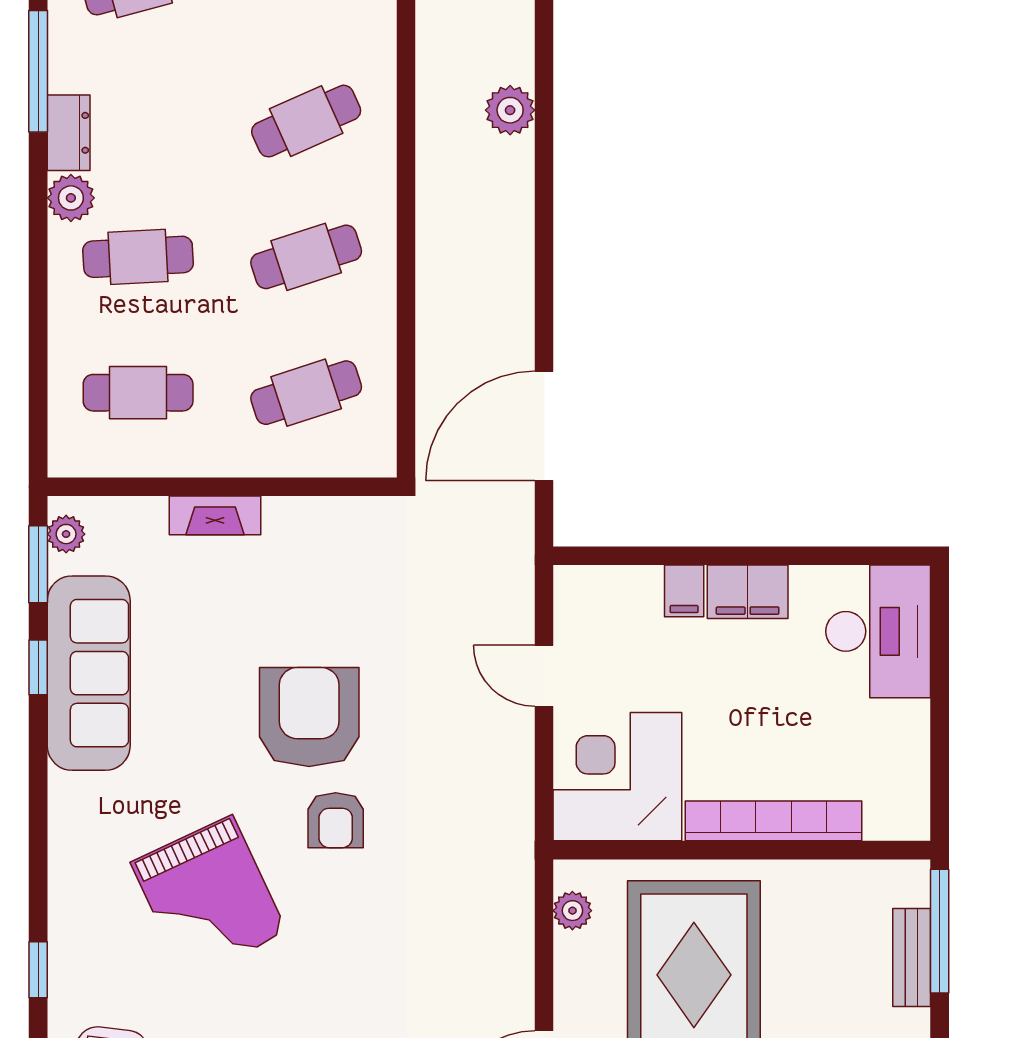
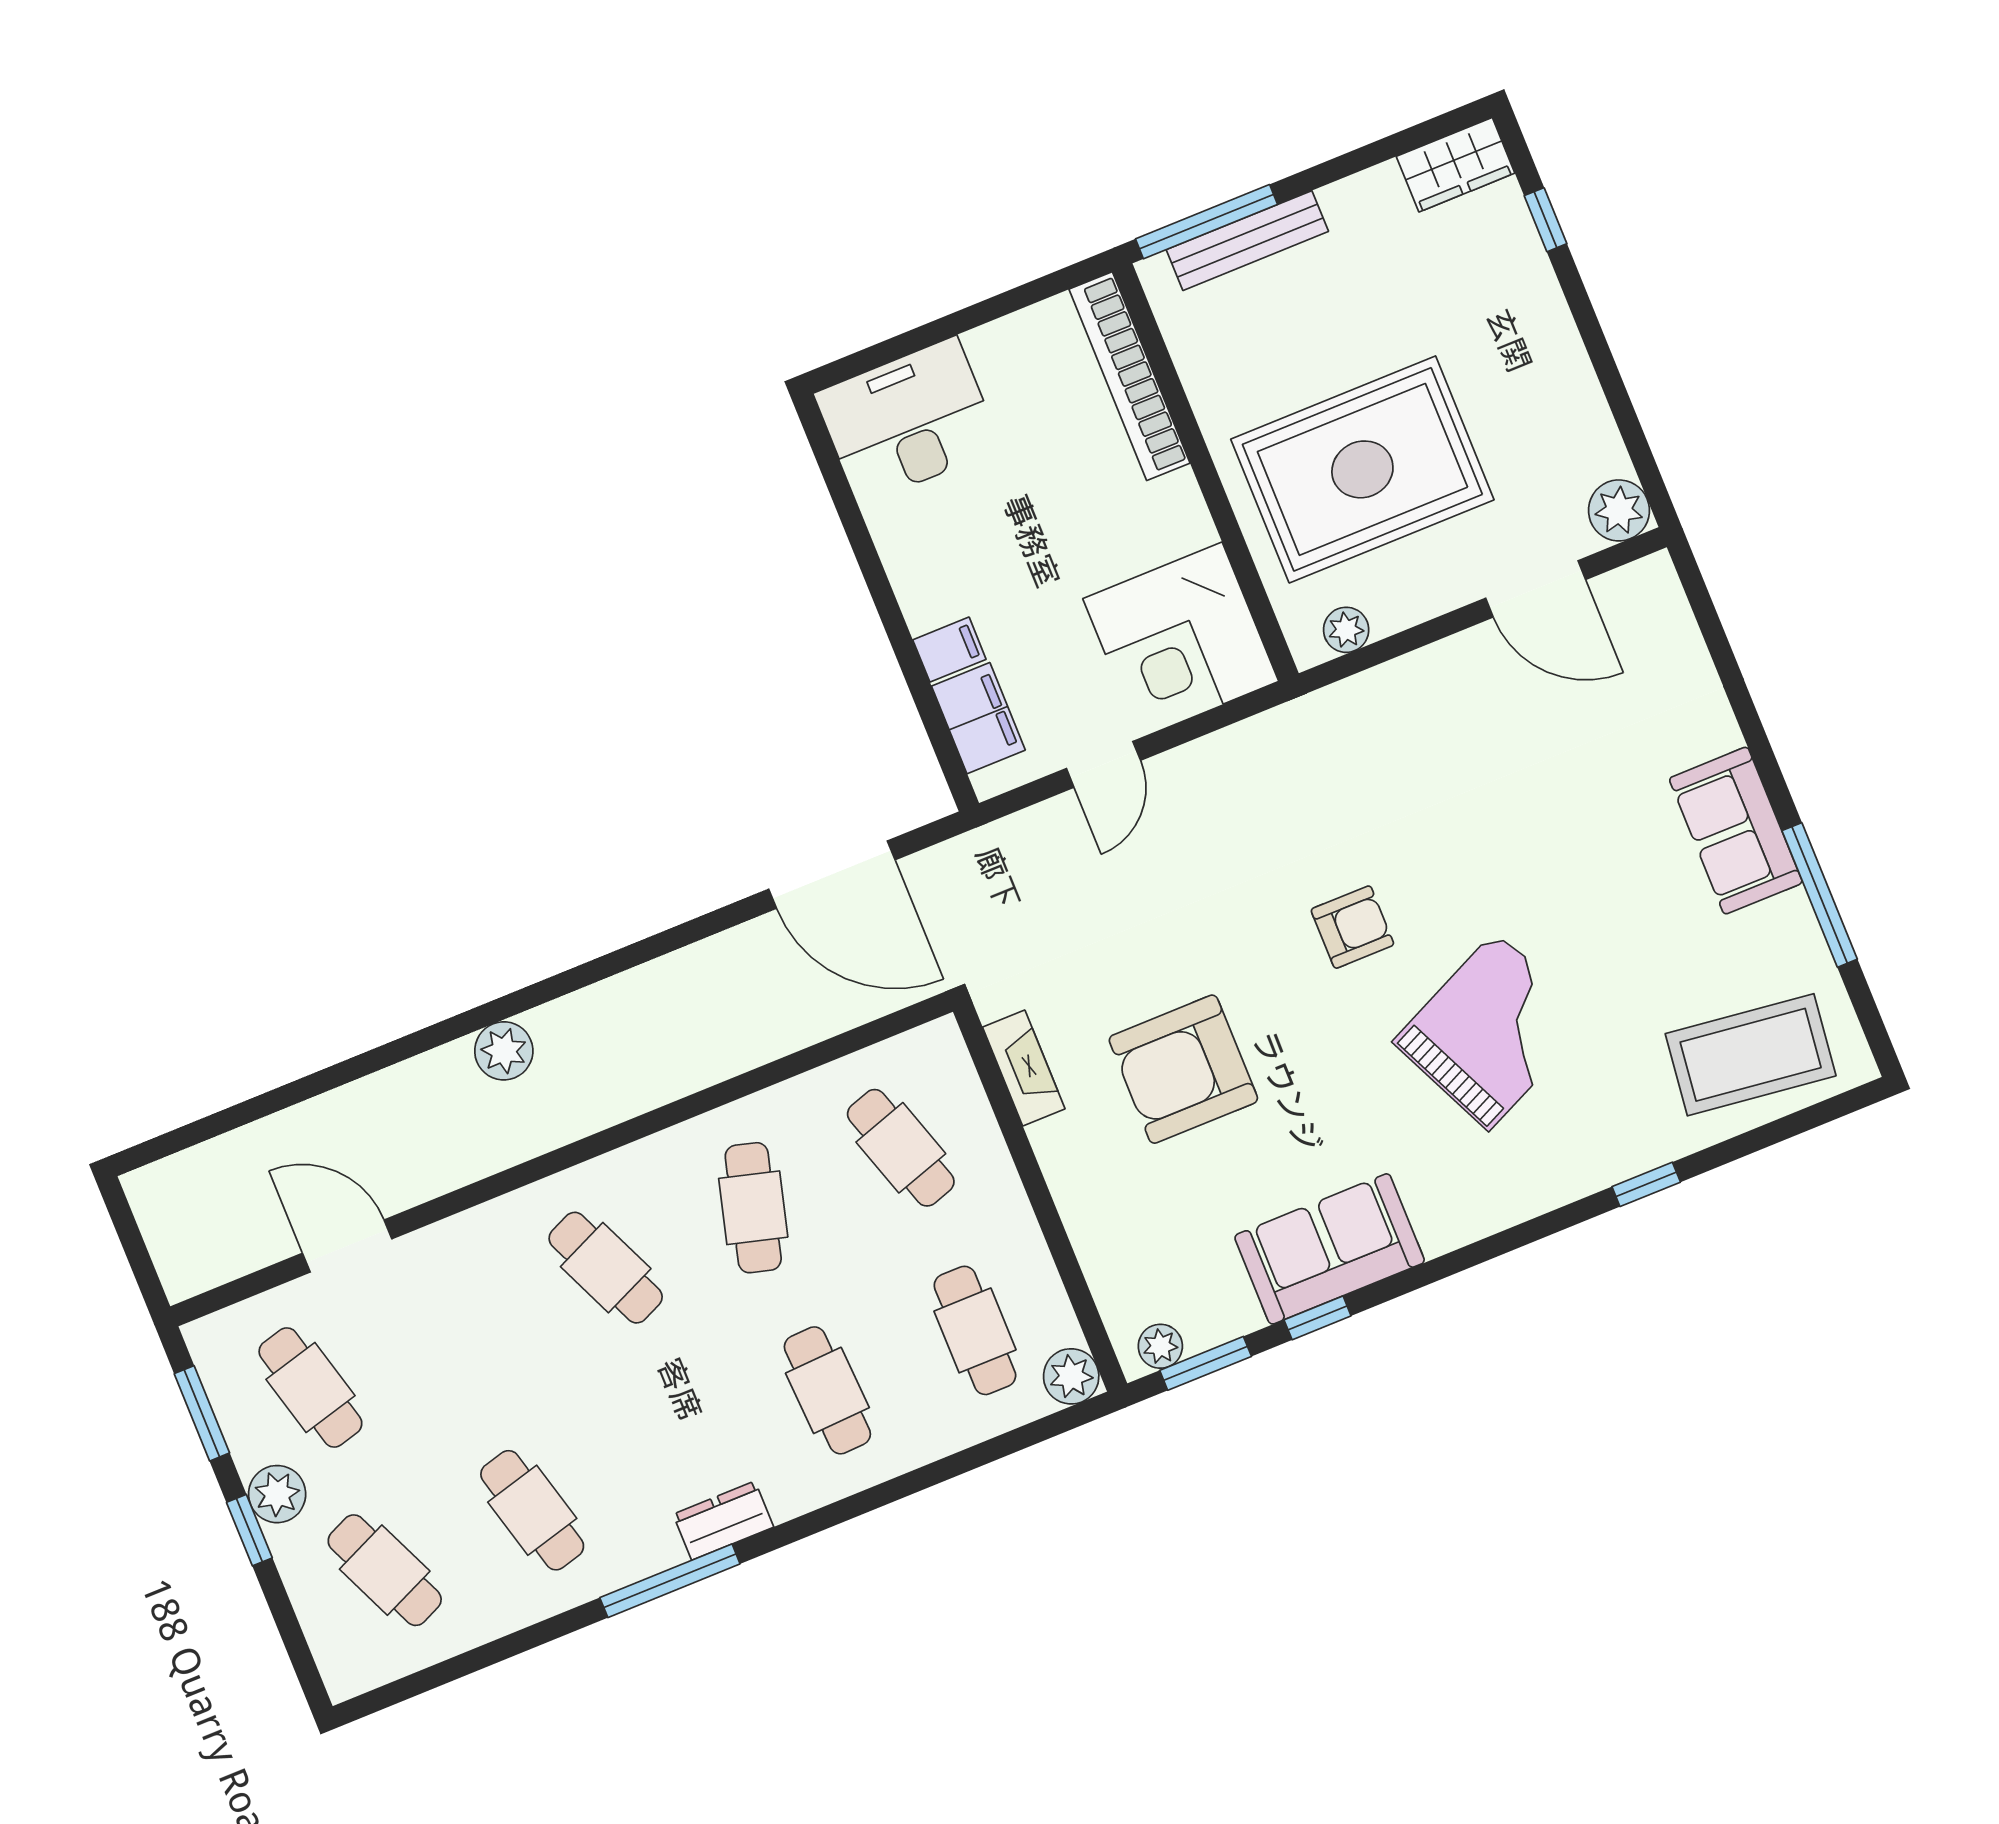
plant: (71, 198) -> (1071, 1376), moved
cafe table: (306, 257) -> (753, 1208), turned 33
fireplace: (215, 515) -> (1024, 1068), moved
filing cabinet: (748, 592) -> (978, 718), moved
sofa: (89, 673) -> (1330, 1249), width x0.73
armchair: (309, 717) -> (1183, 1069), moved
bookcase: (773, 821) -> (1130, 376), moved
bench: (912, 957) -> (1247, 241), width x1.36

